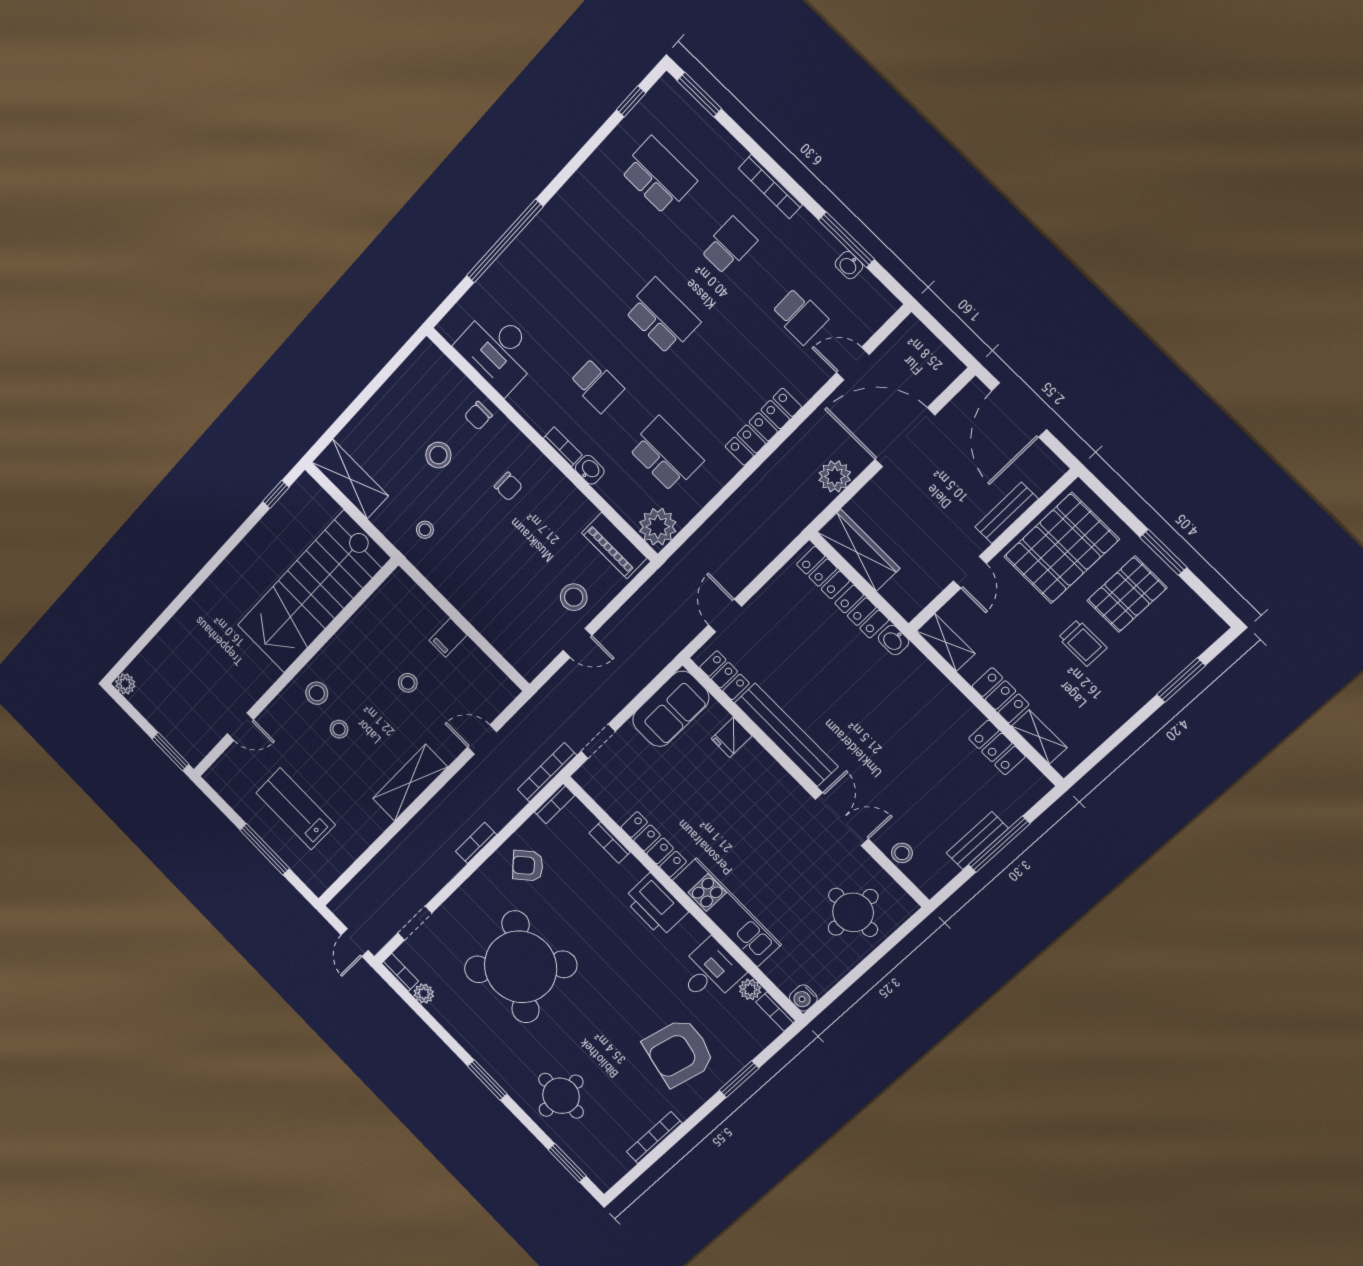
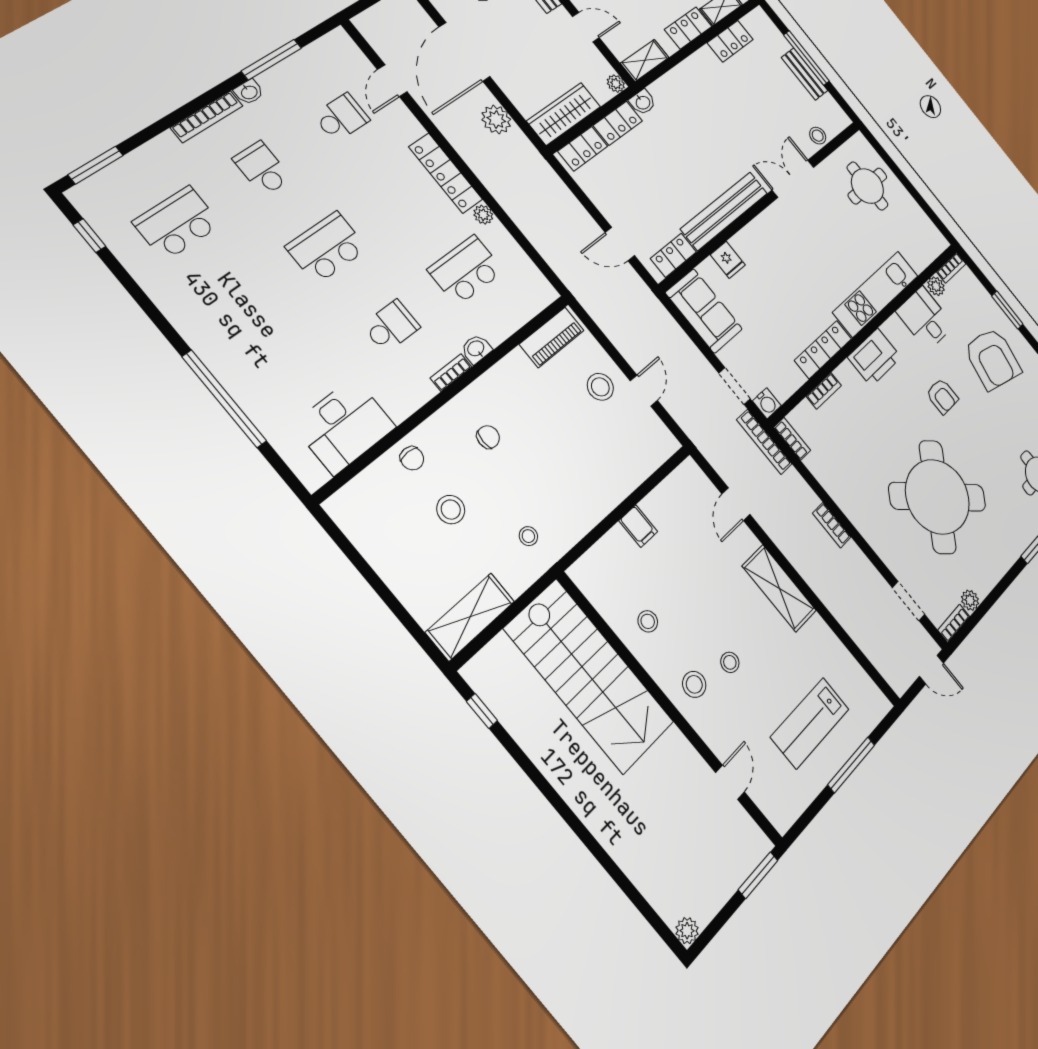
washbasin: (849, 265) -> (249, 92), moved
plant: (658, 527) -> (483, 215), moved, width x0.53, depth x0.53
plant: (909, 609) -> (616, 84), added
stool: (408, 683) -> (648, 621), moved
armchair: (528, 866) -> (942, 396), moved, turned -48
water cooler: (803, 998) -> (767, 403), moved

